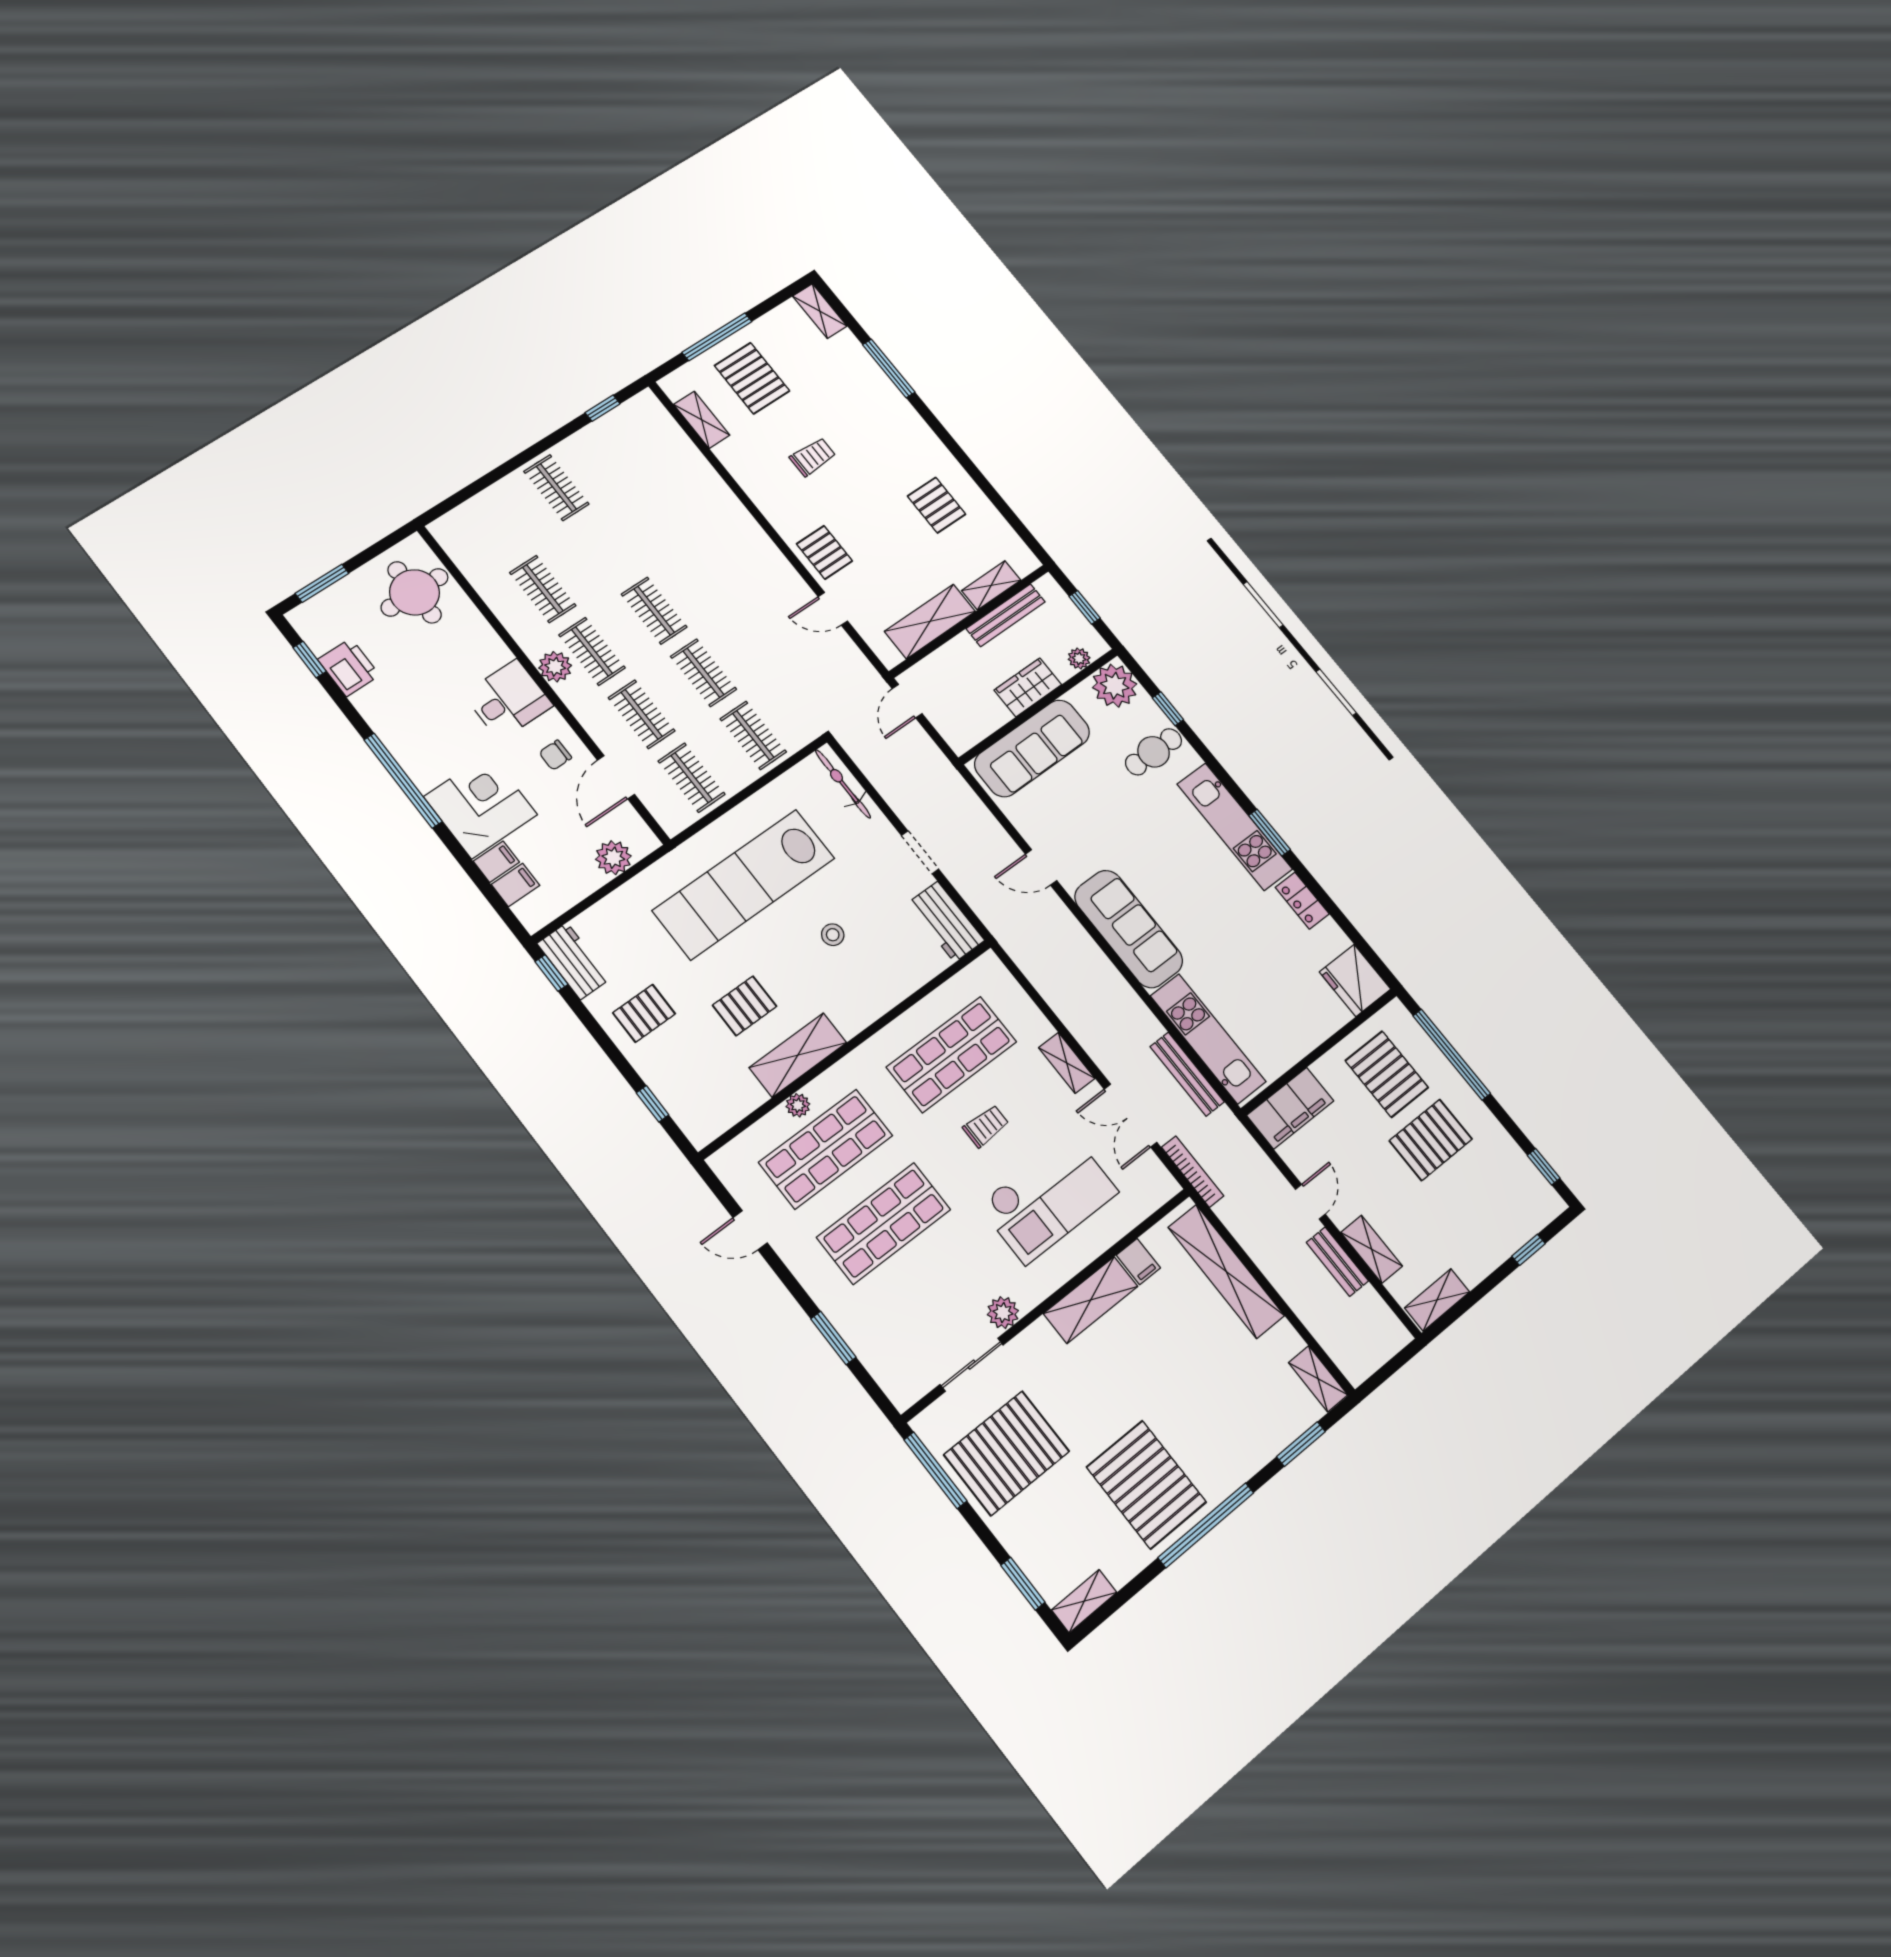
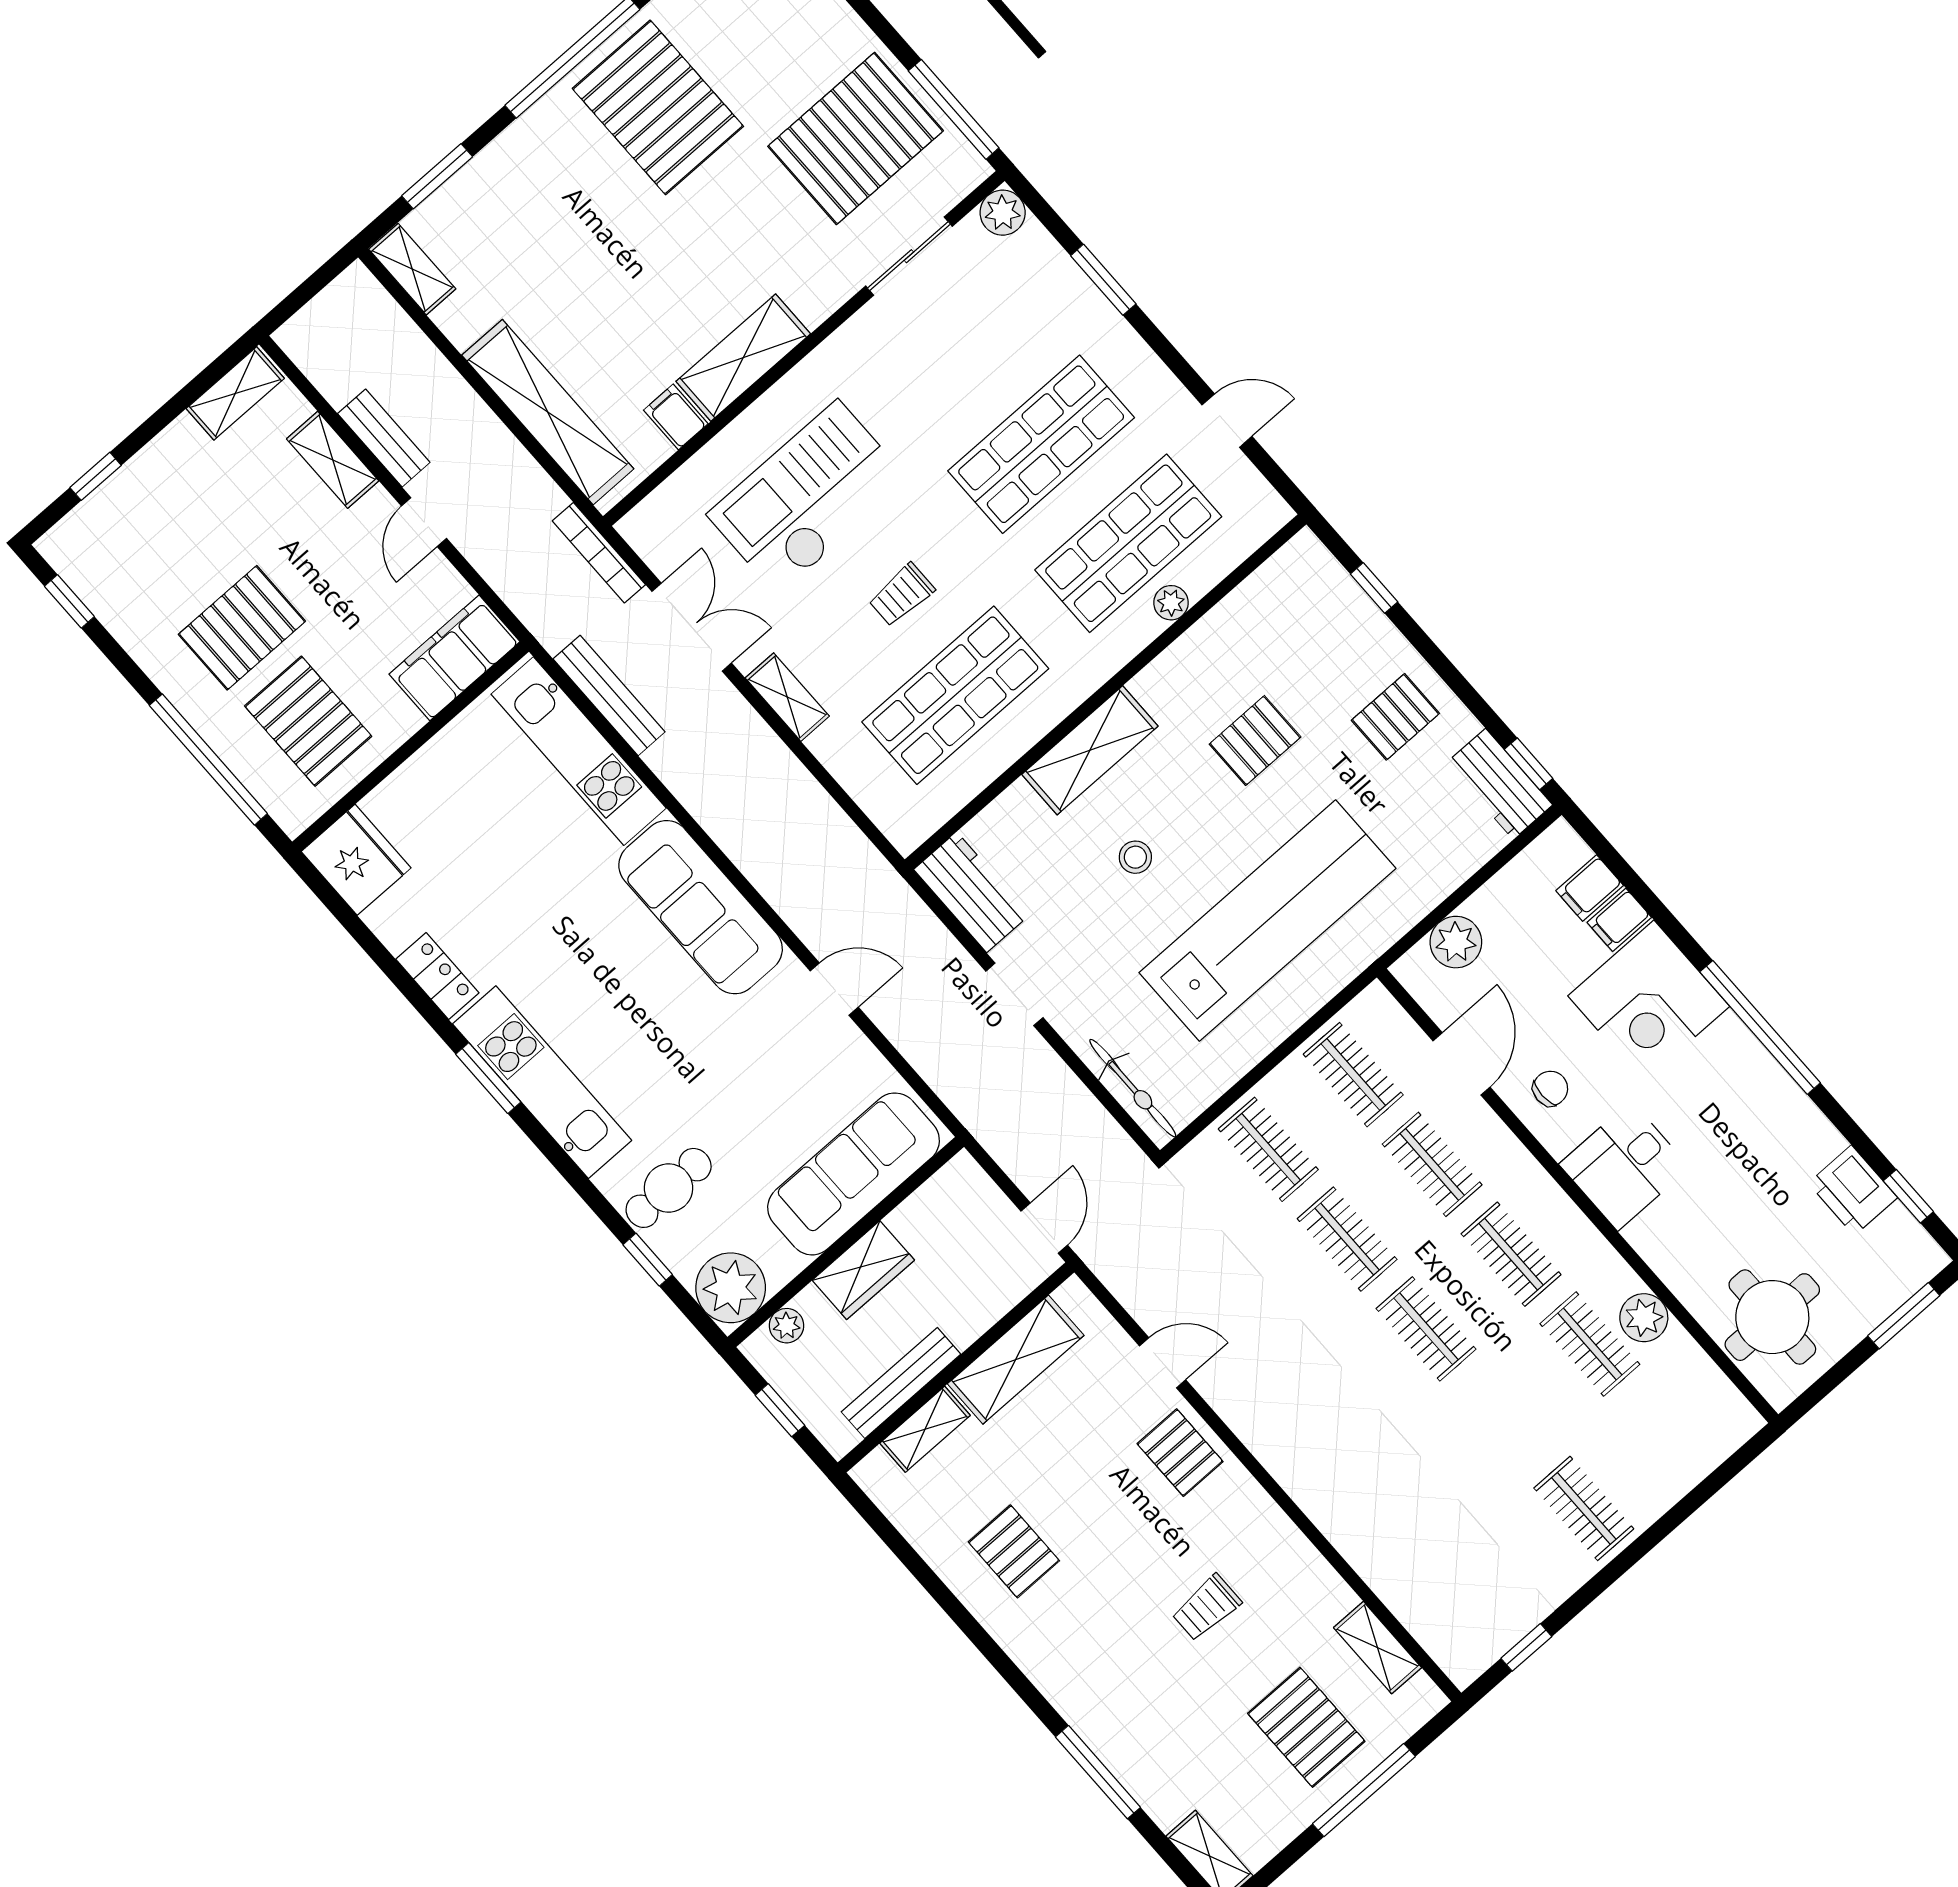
plant: (555, 667) -> (1644, 1318), moved
shelving: (798, 1055) -> (1090, 750), moved
plant: (1003, 1313) -> (1003, 213), moved

